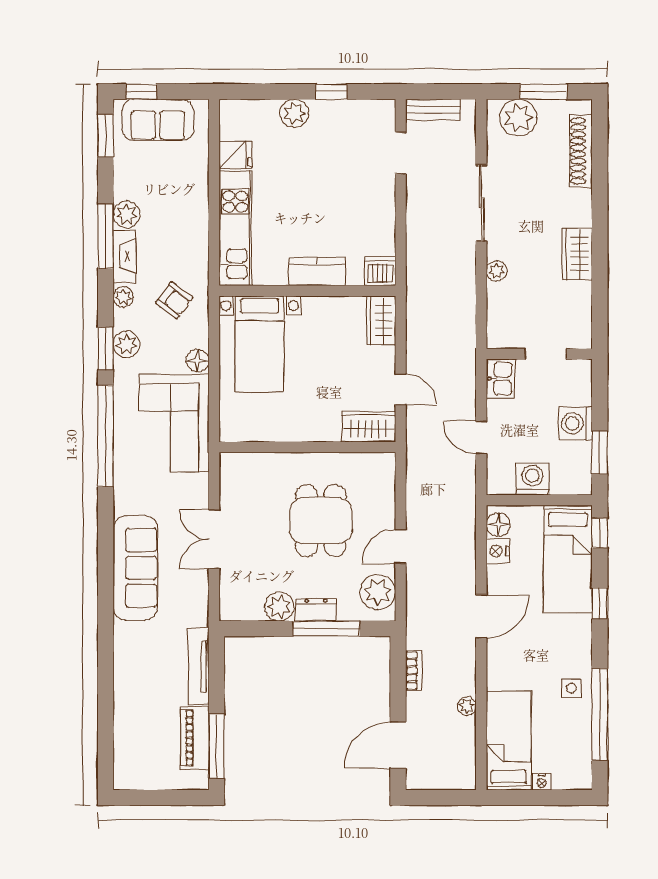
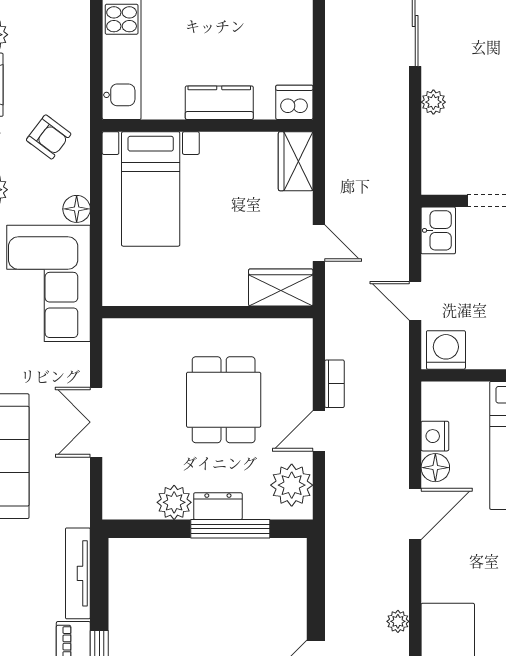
washing machine: (532, 479) -> (446, 350), moved
floor lamp: (498, 525) -> (435, 468), moved
bookcase: (414, 671) -> (334, 384), moved

